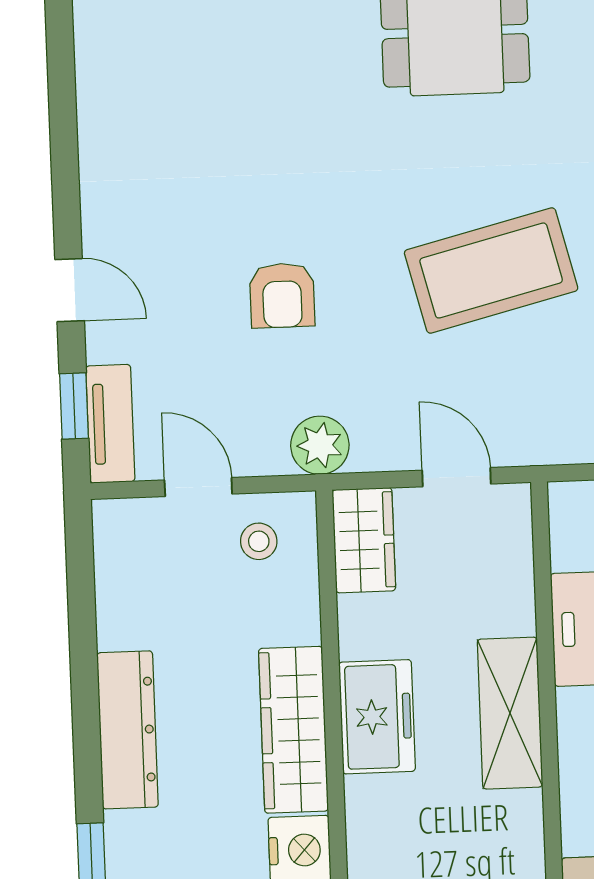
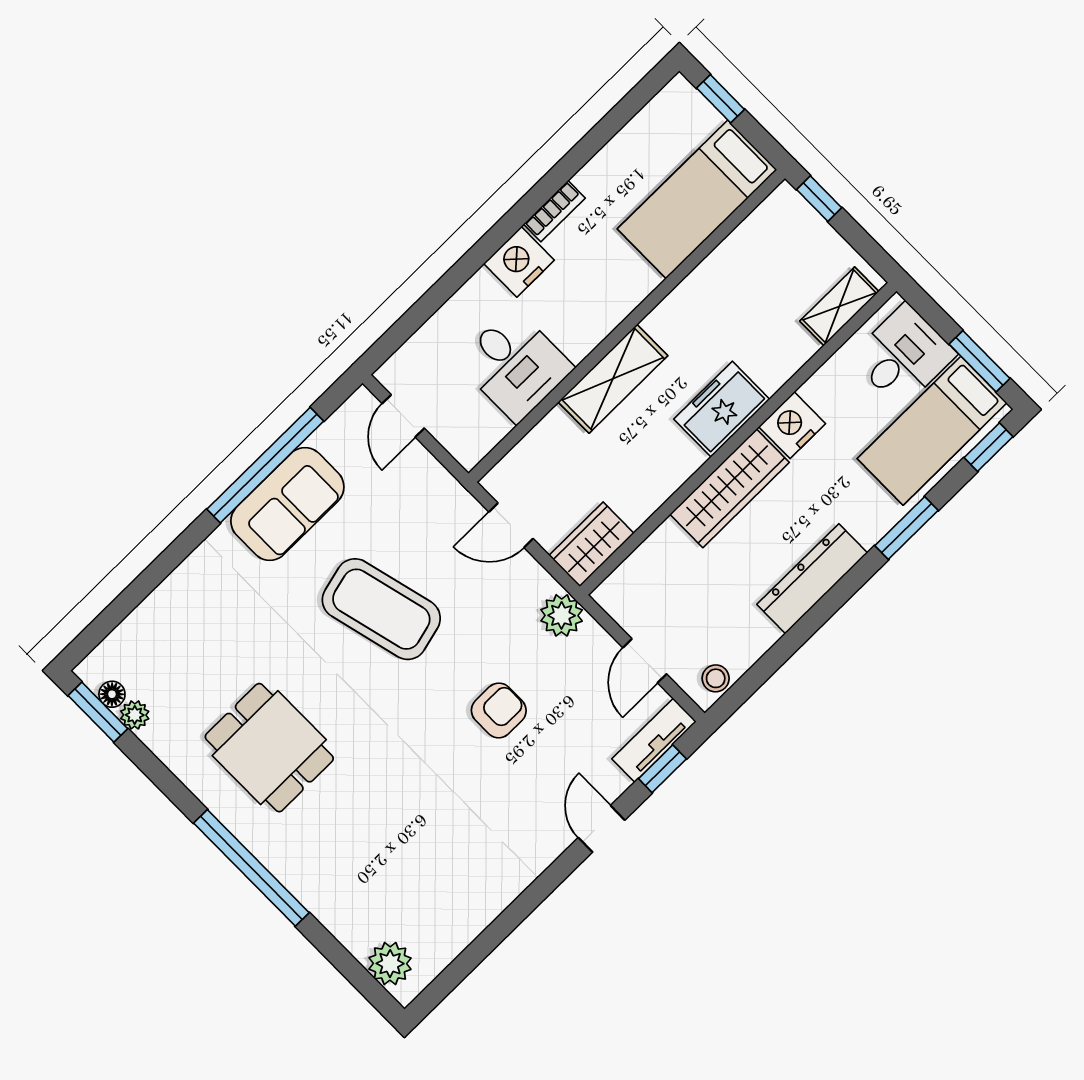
door: (456, 477) -> (511, 525), hinge flipped
stool: (259, 541) -> (716, 678), moved
freezer: (377, 717) -> (722, 409), moved

